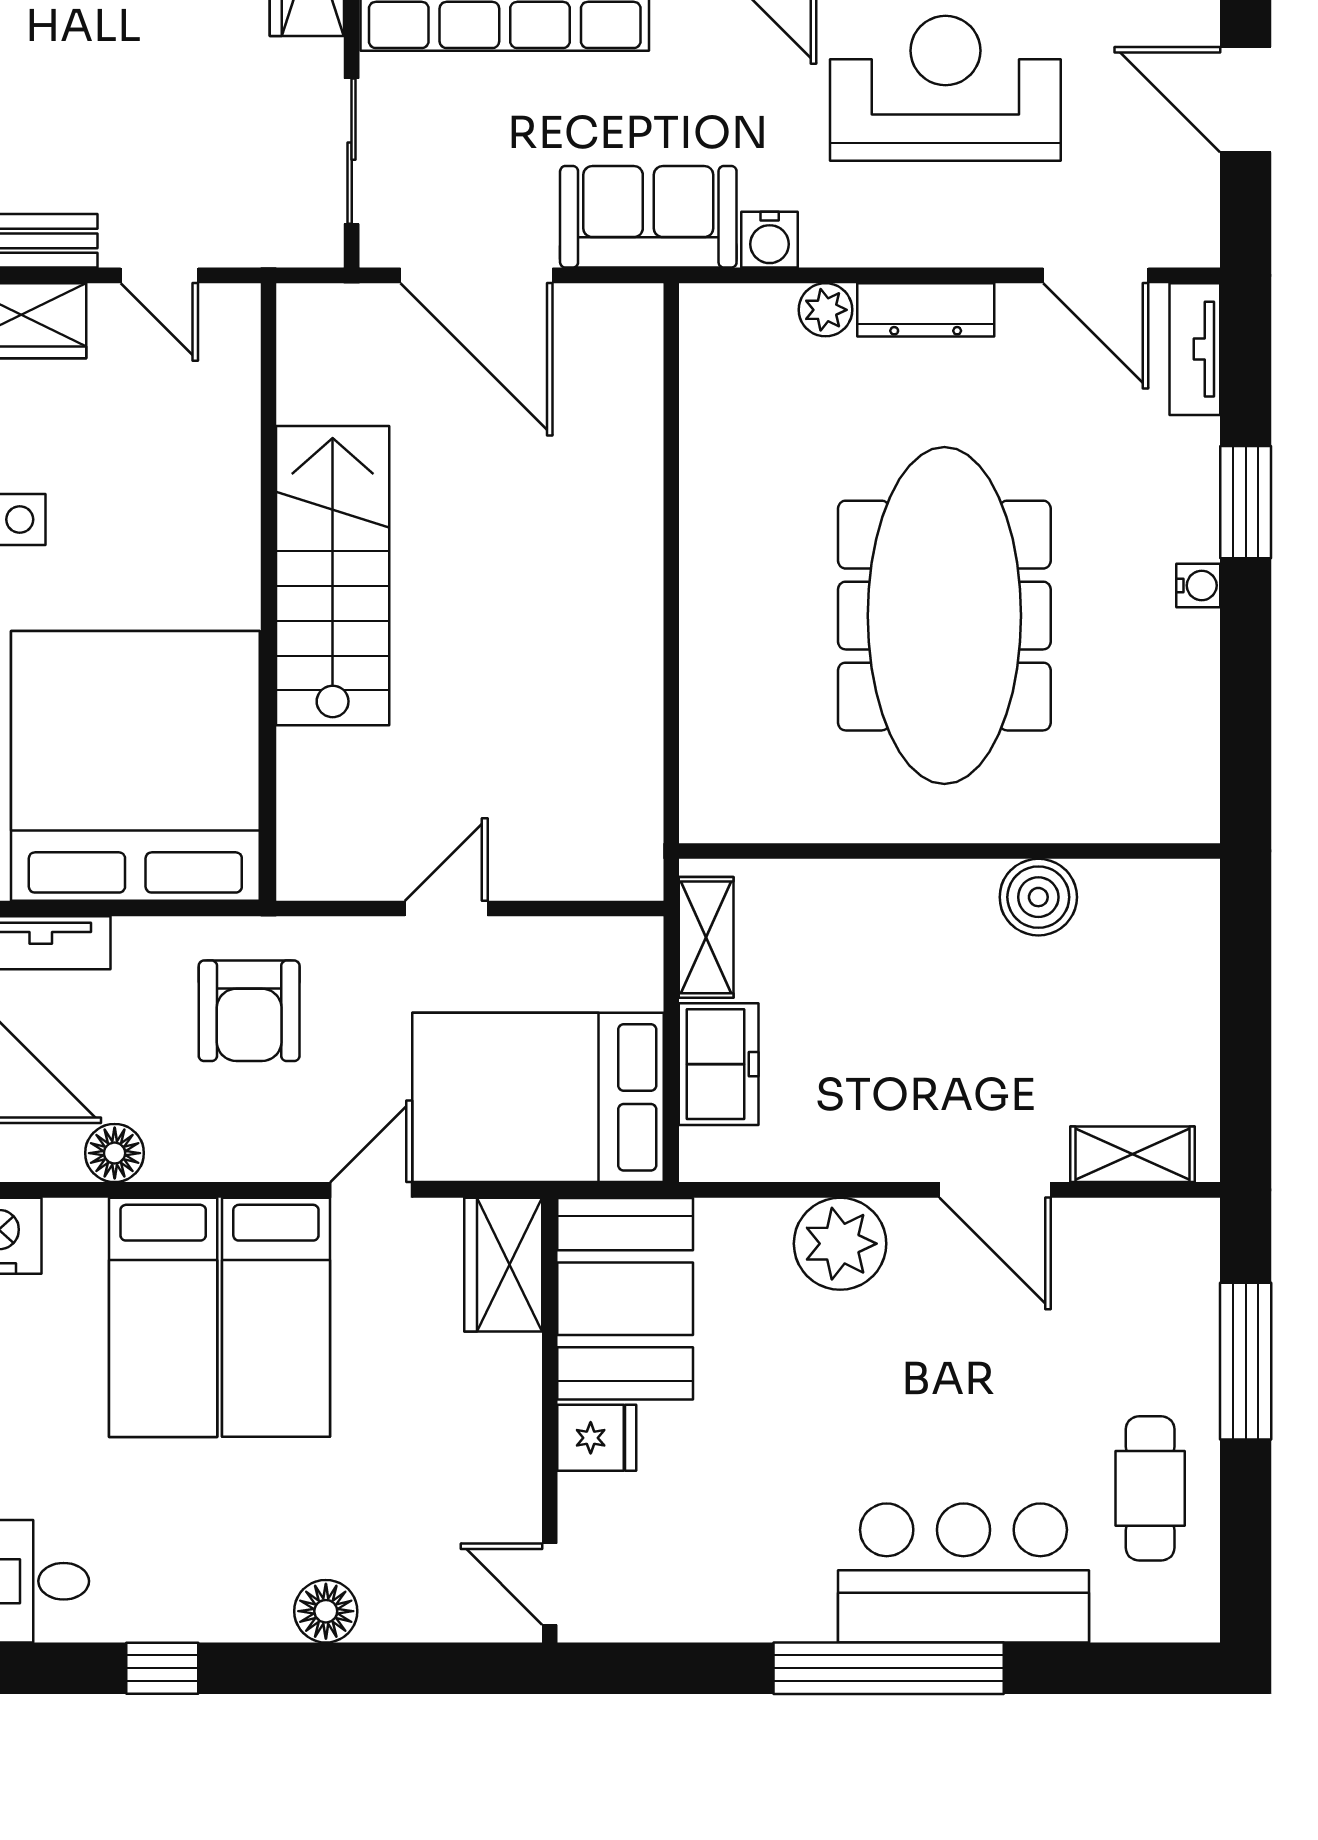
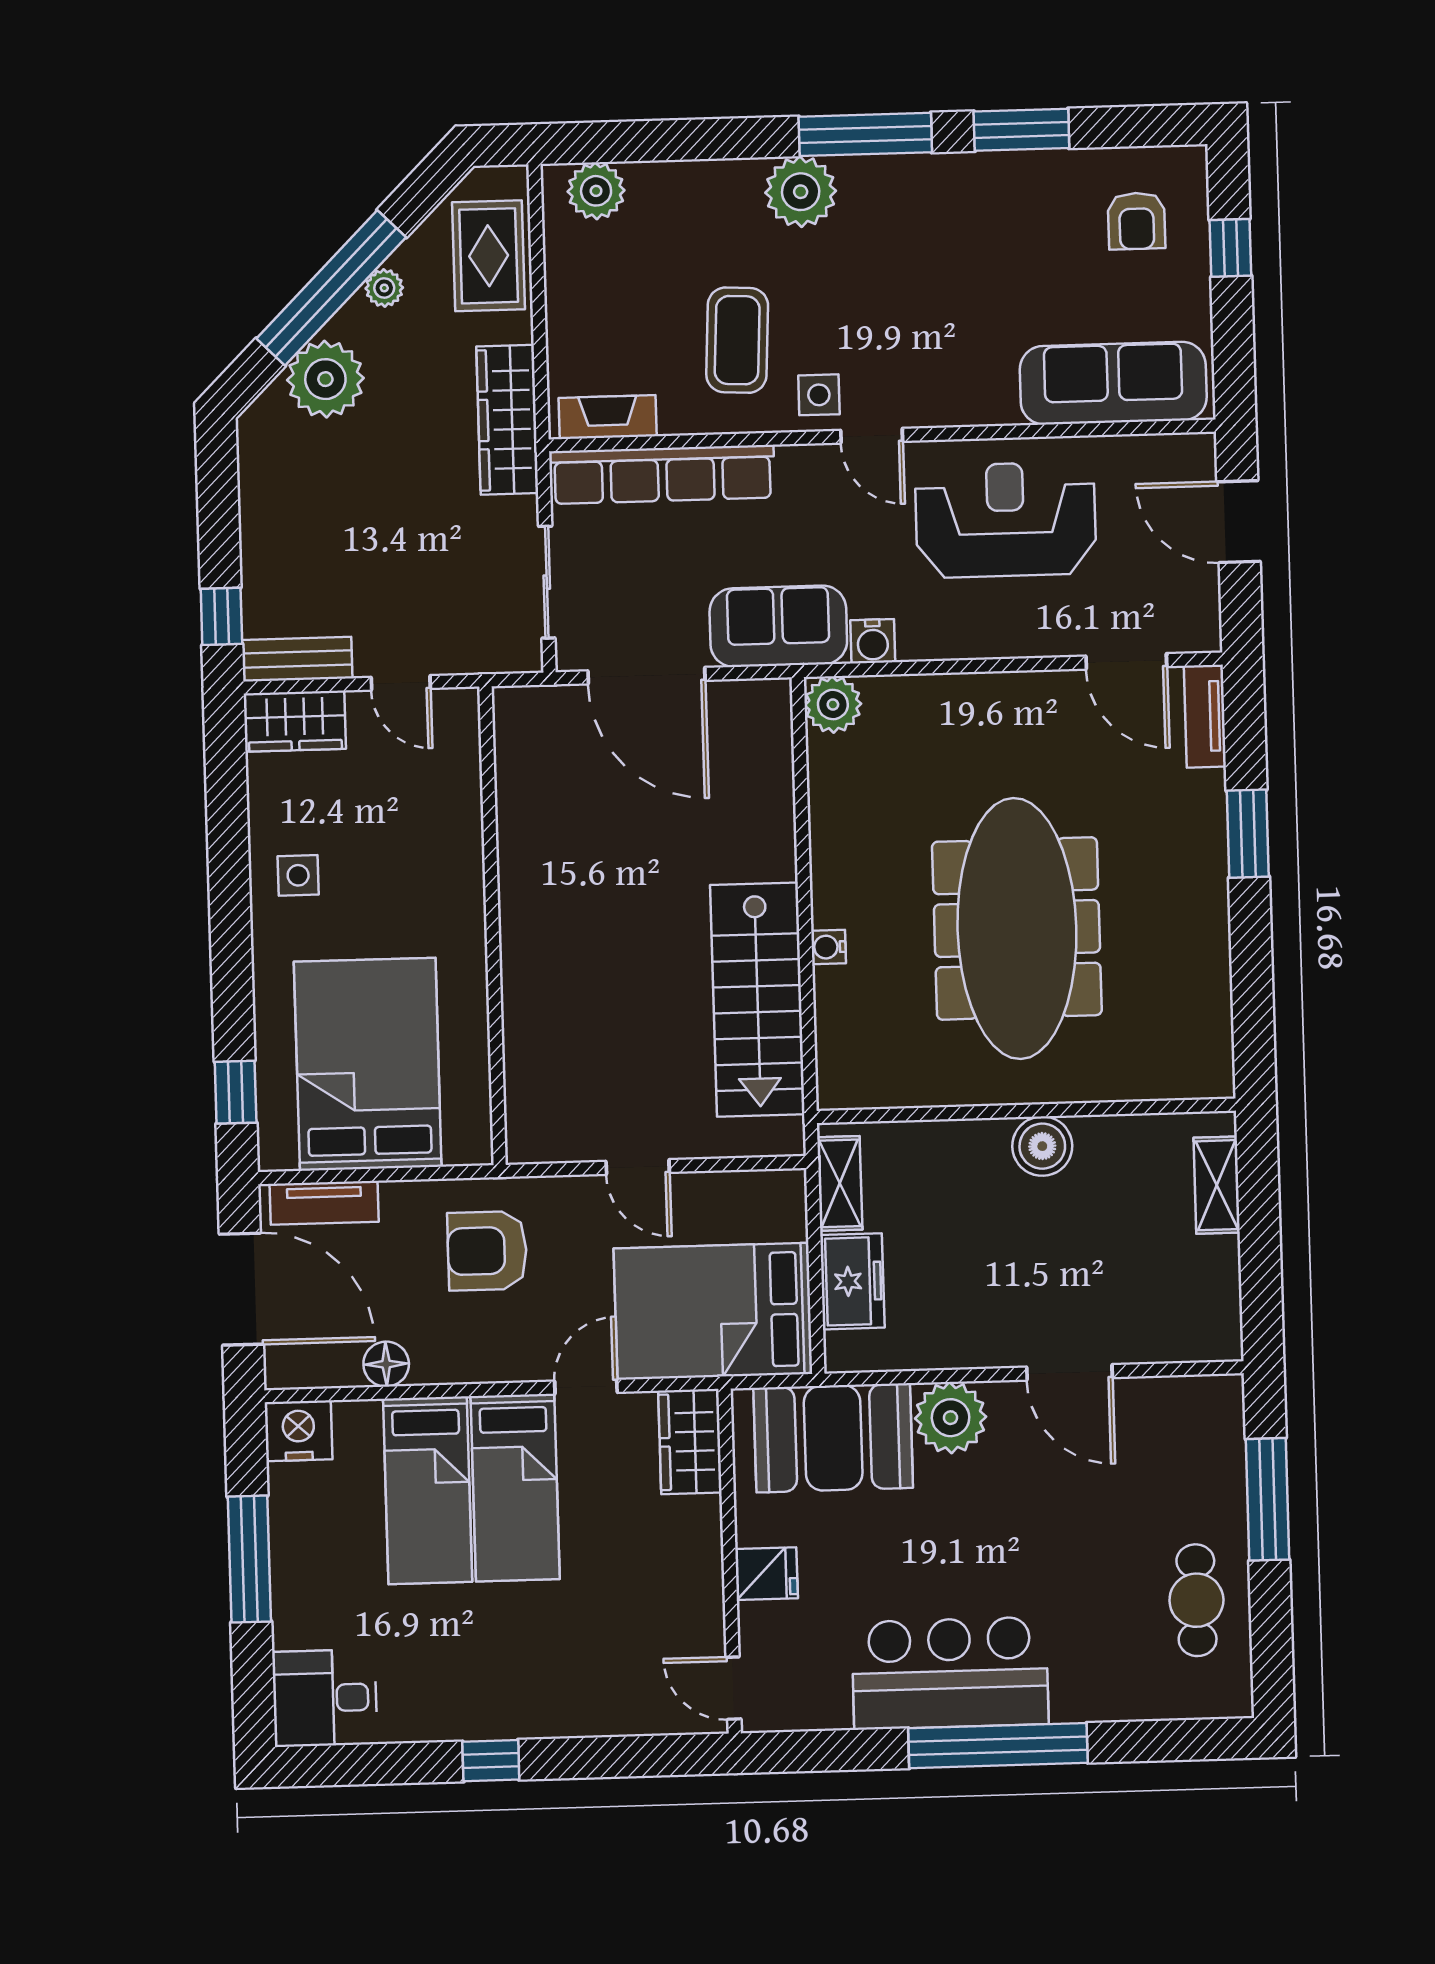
plant: (825, 310) -> (833, 705), moved, width x1.38, depth x1.38
dresser: (926, 310) -> (995, 692), removed
stairs: (333, 576) -> (757, 1000), moved, turned 180
water cooler: (1198, 585) -> (829, 947), moved, turned 180
bed: (135, 766) -> (368, 1064), width x0.73
boiler: (1038, 897) -> (1042, 1146), moved
door: (446, 909) -> (638, 1167), swing flipped
armchair: (249, 1011) -> (487, 1251), turned 90
shelving: (1133, 1154) -> (1217, 1185), moved, turned 90
booth: (625, 1299) -> (833, 1438), moved, turned 90
bar counter: (963, 1573) -> (950, 1673), moved
floor lamp: (326, 1611) -> (560, 1714), removed
window: (162, 1668) -> (491, 1761), moved

